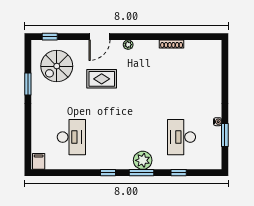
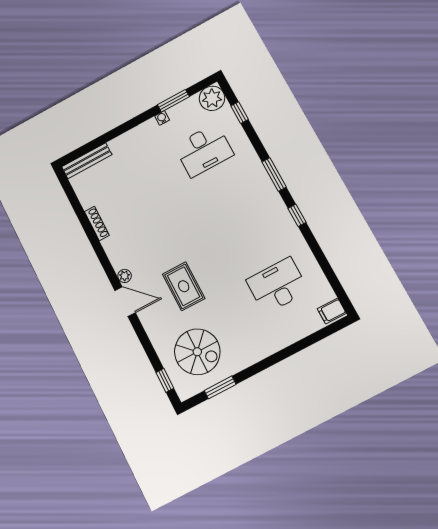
door: (99, 37) -> (125, 302), moved
bench: (217, 58) -> (87, 161), added
window: (28, 84) -> (220, 387), moved
plant: (143, 160) -> (212, 98), moved
window: (179, 173) -> (240, 113), moved

